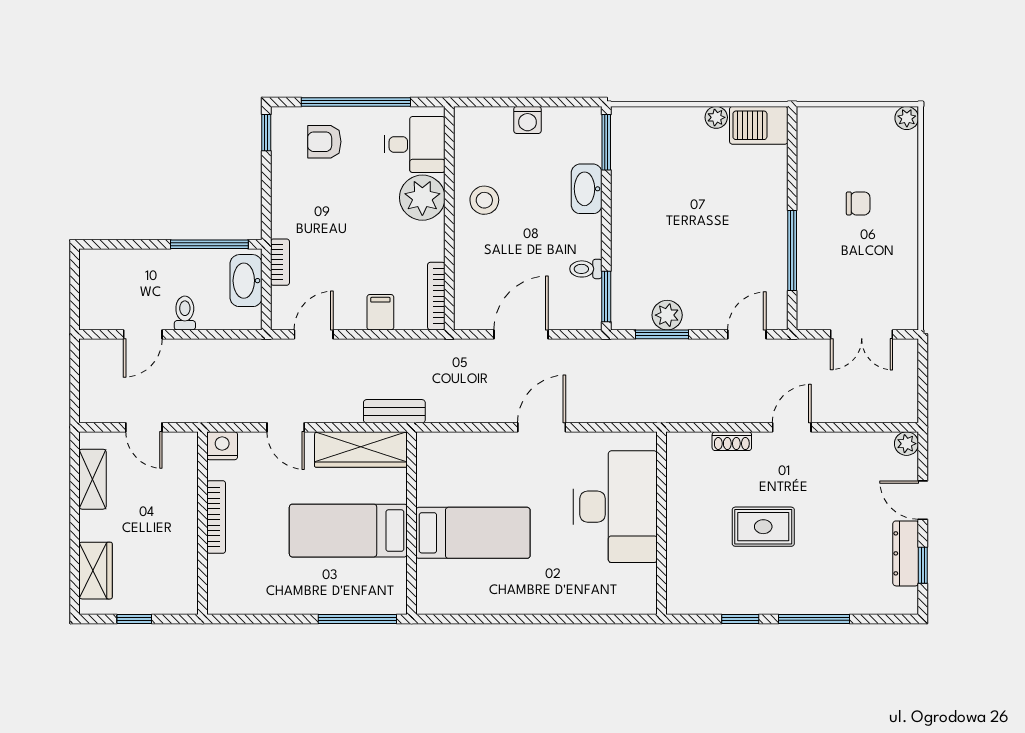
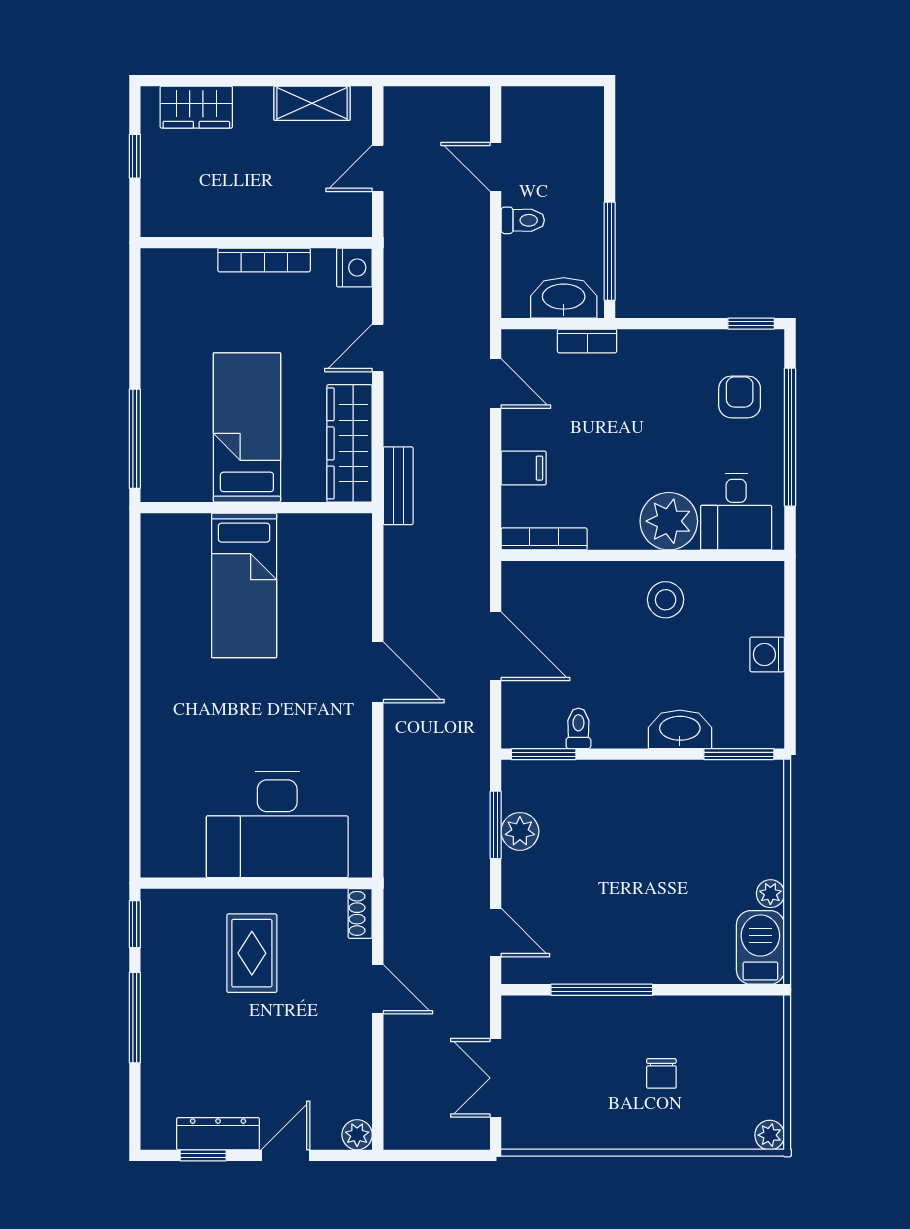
desk: (615, 507) -> (277, 824), moved
wall: (661, 523) -> (256, 883), moved

